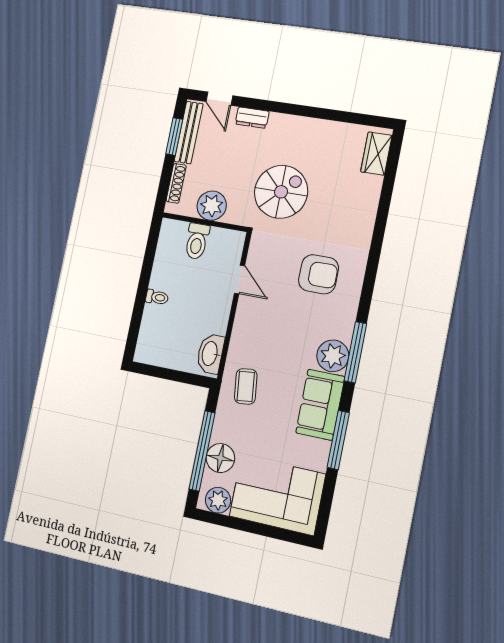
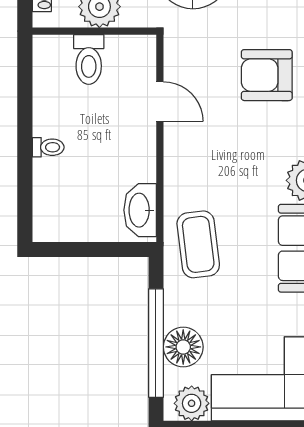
armchair: (318, 274) -> (267, 75), turned 180
coffee table: (246, 386) -> (198, 244), width x1.36, depth x1.30

